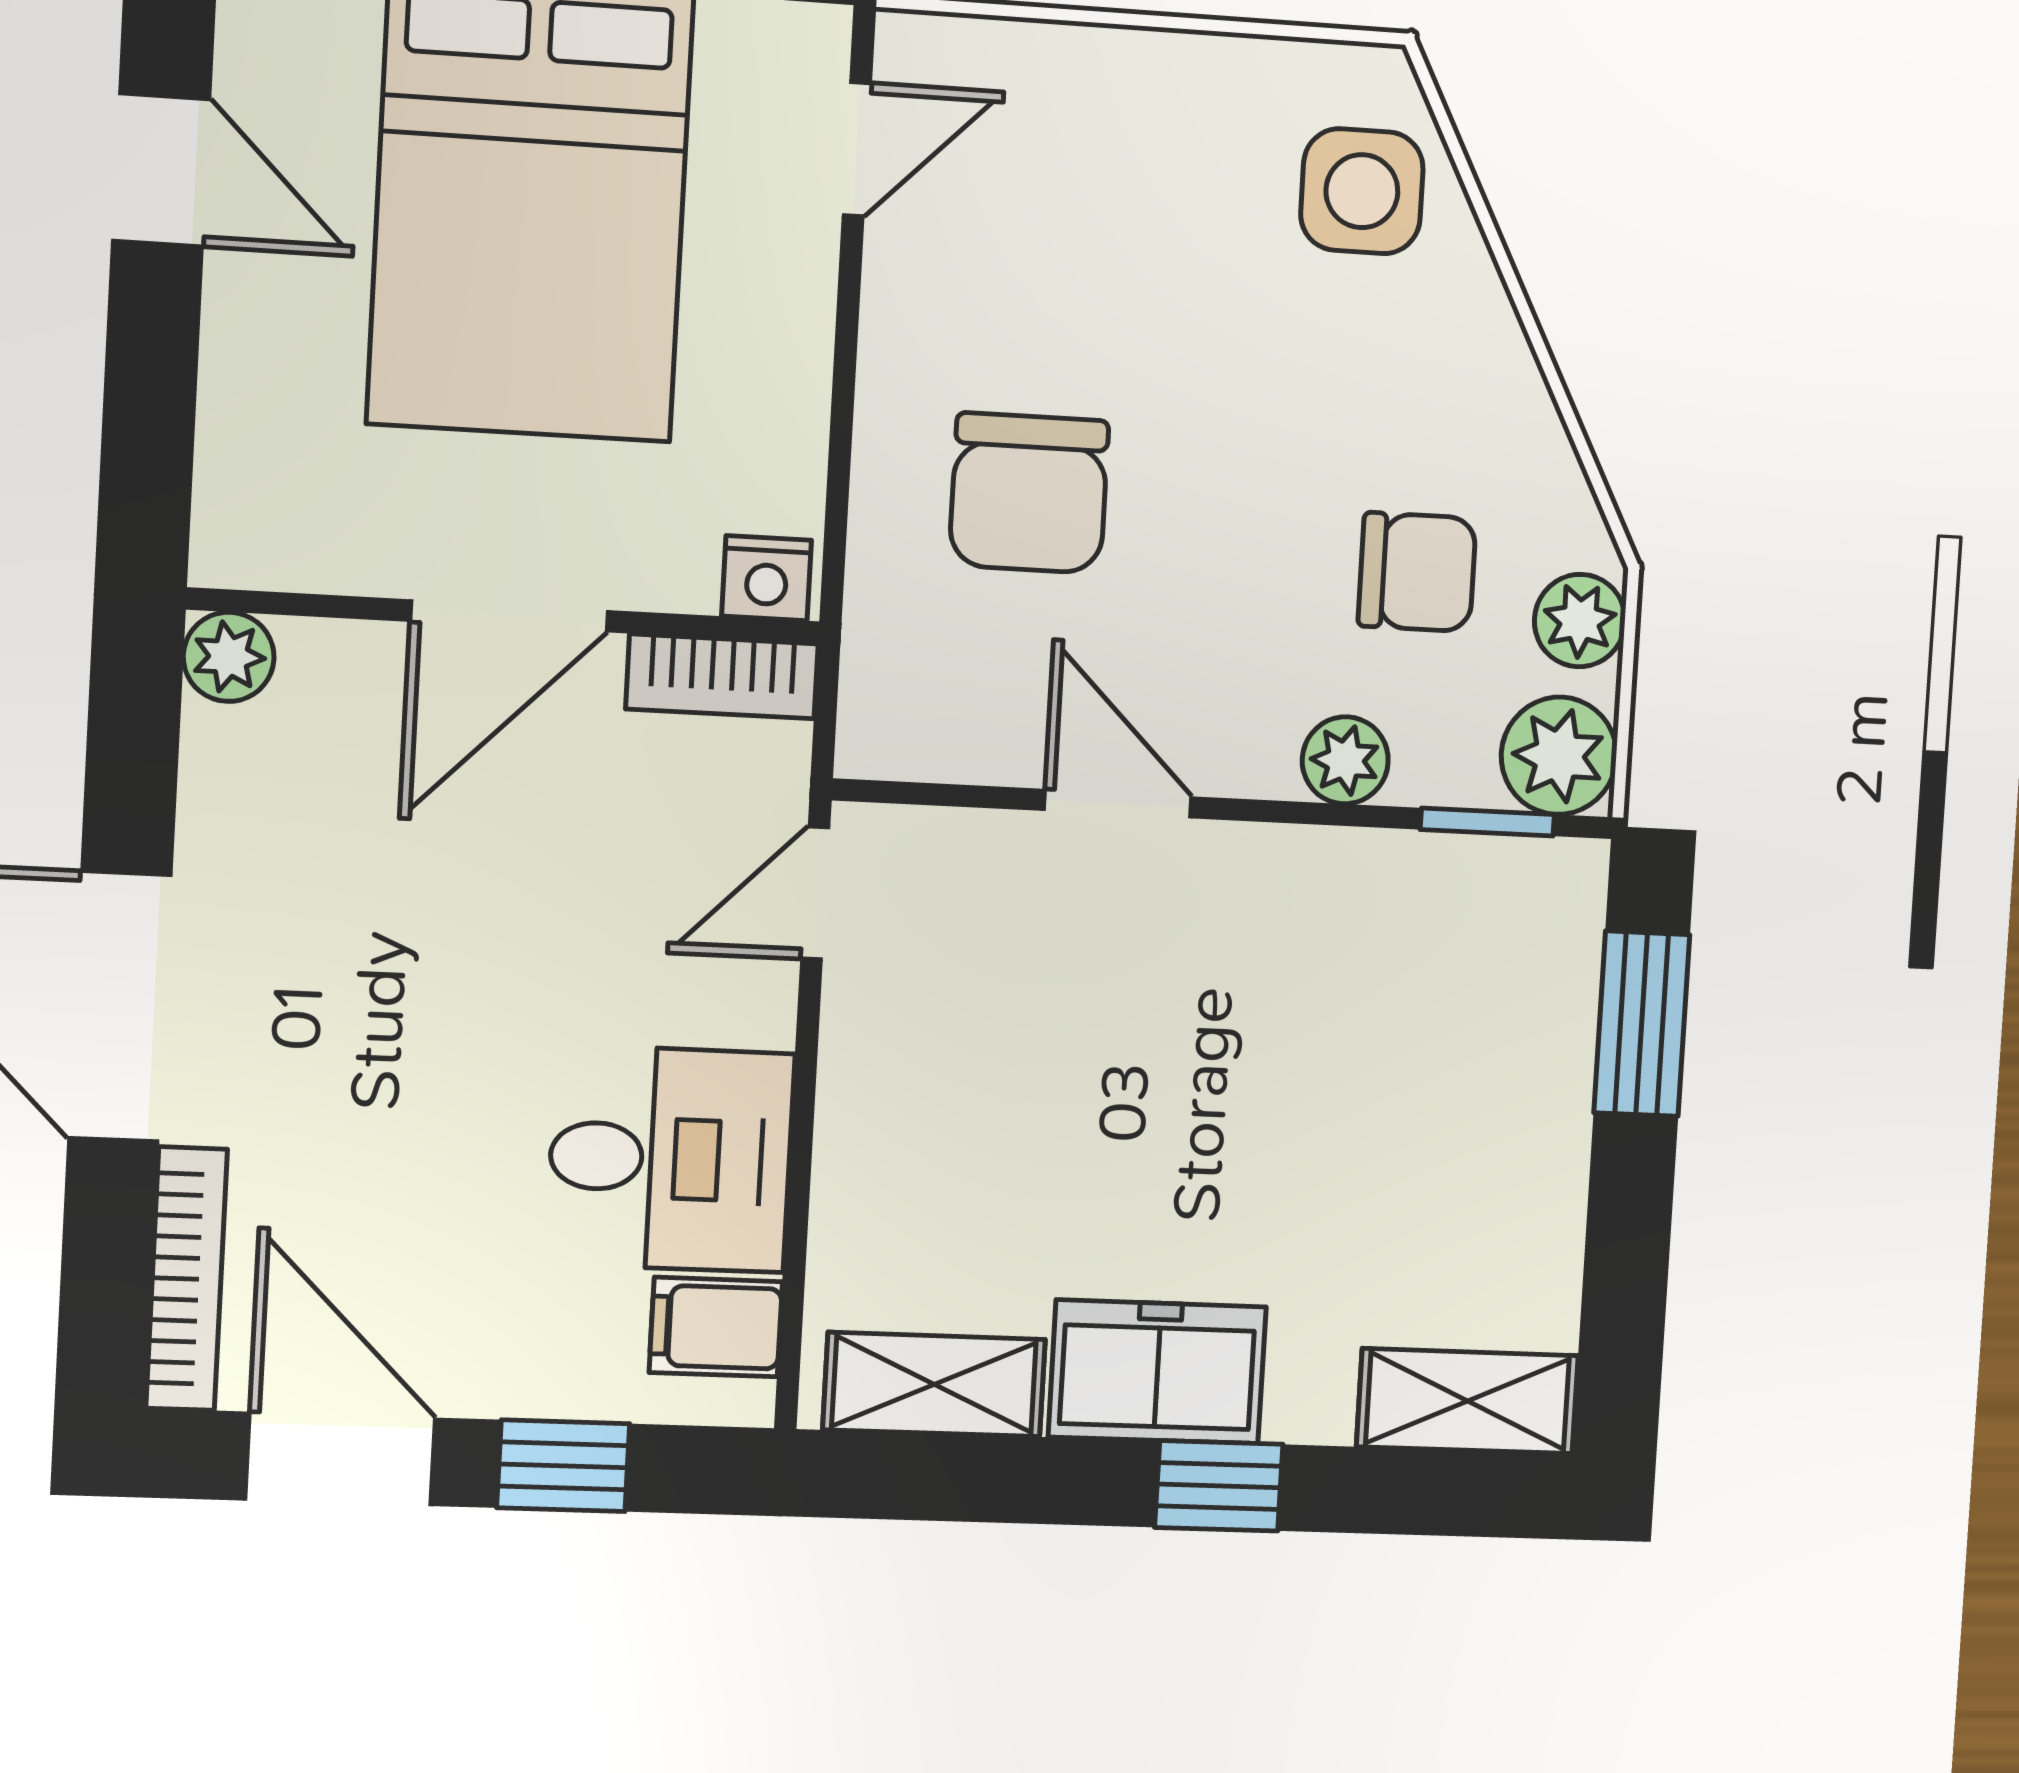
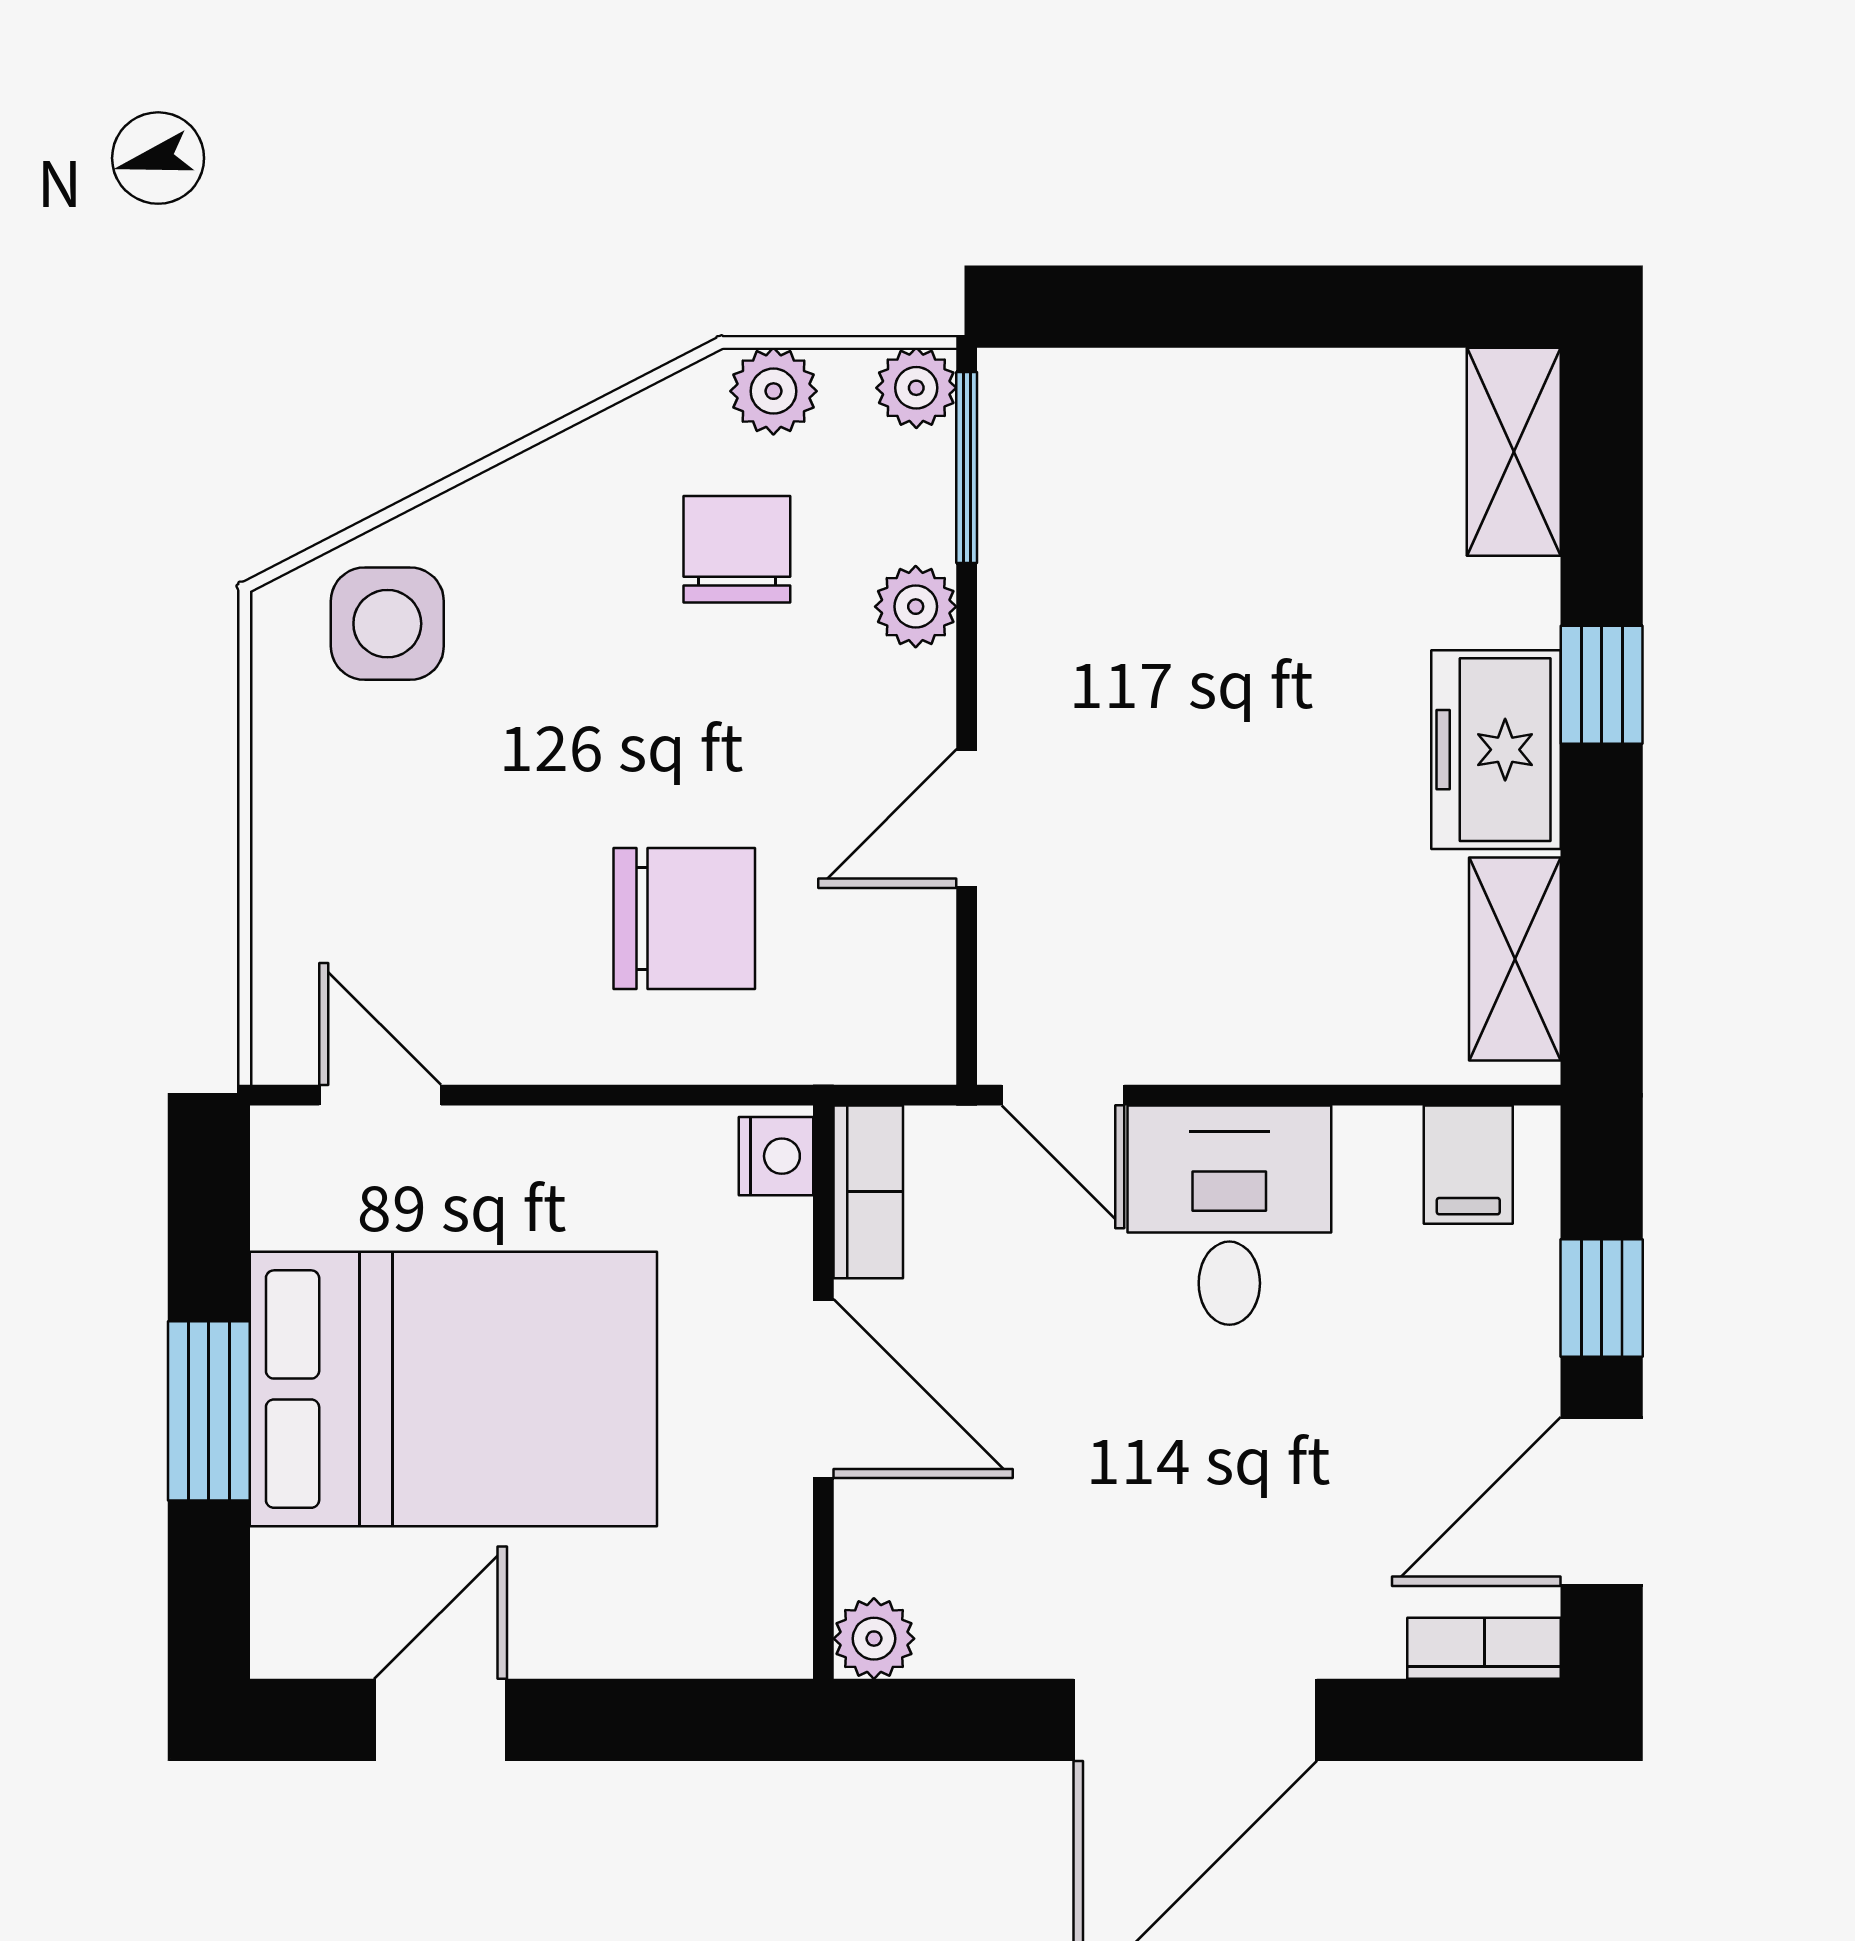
plant: (1559, 756) -> (916, 388), width x0.73, depth x0.73
window: (1487, 822) -> (967, 468), width x1.50
window: (1642, 1024) -> (1150, 307), removed
desk: (670, 1159) -> (1229, 1215), moved
bookcase: (187, 1279) -> (1484, 1648), width x0.64

